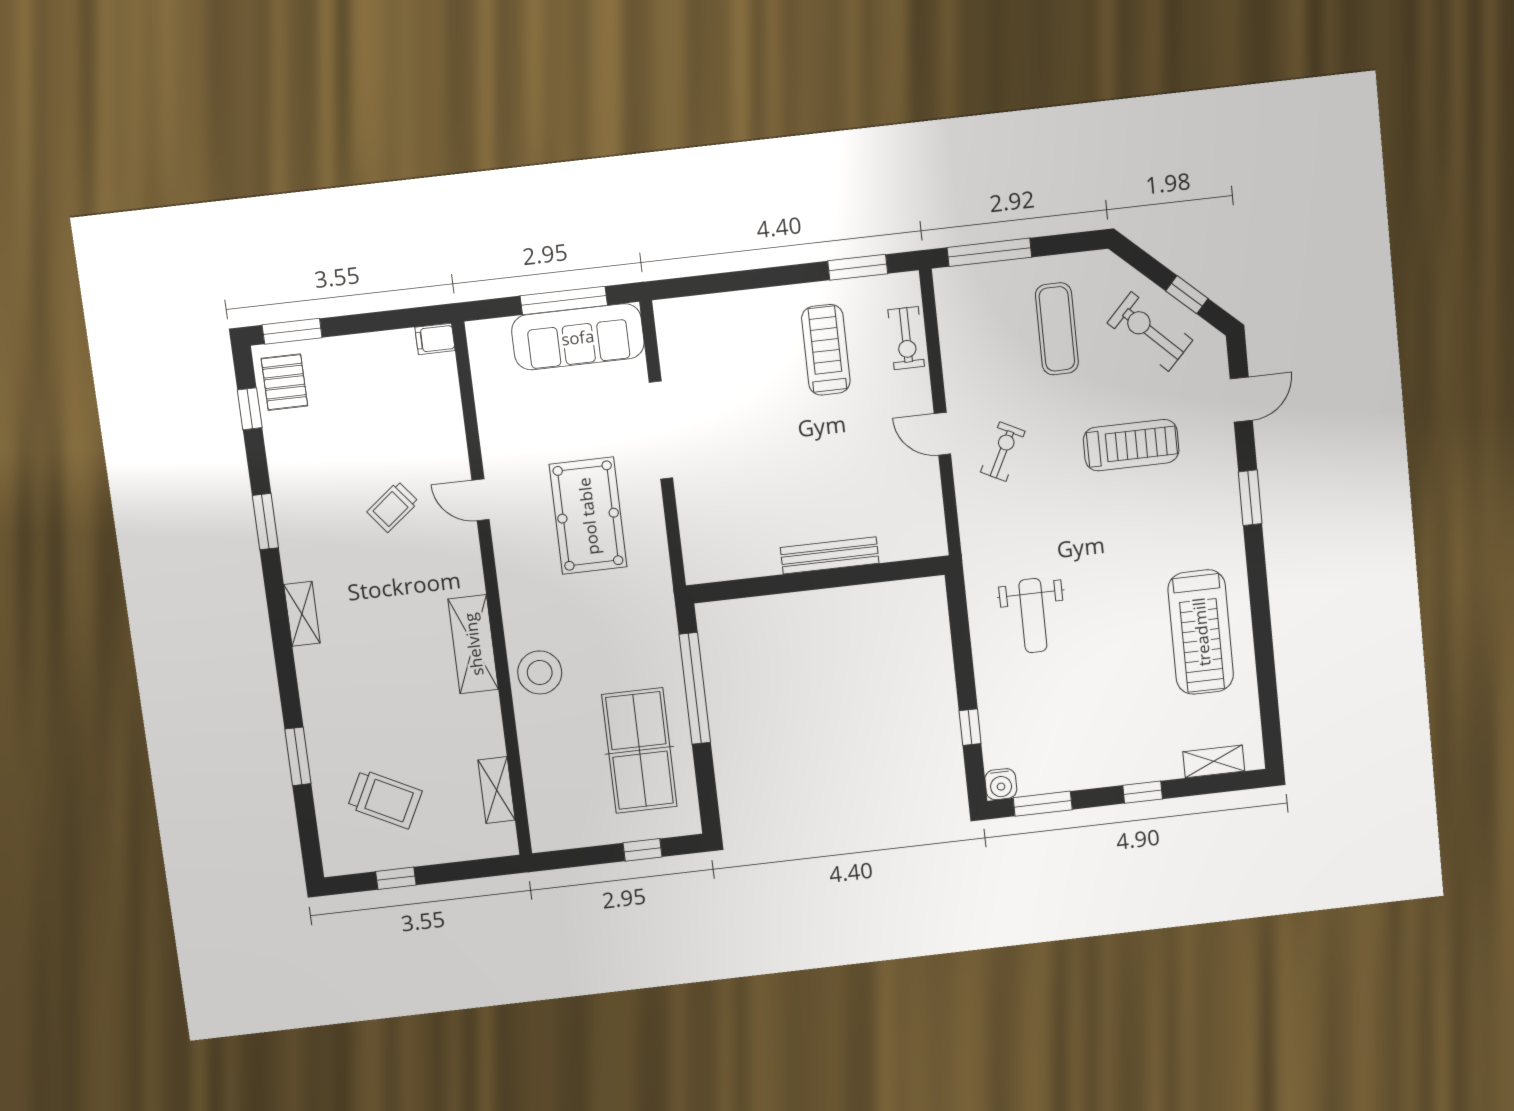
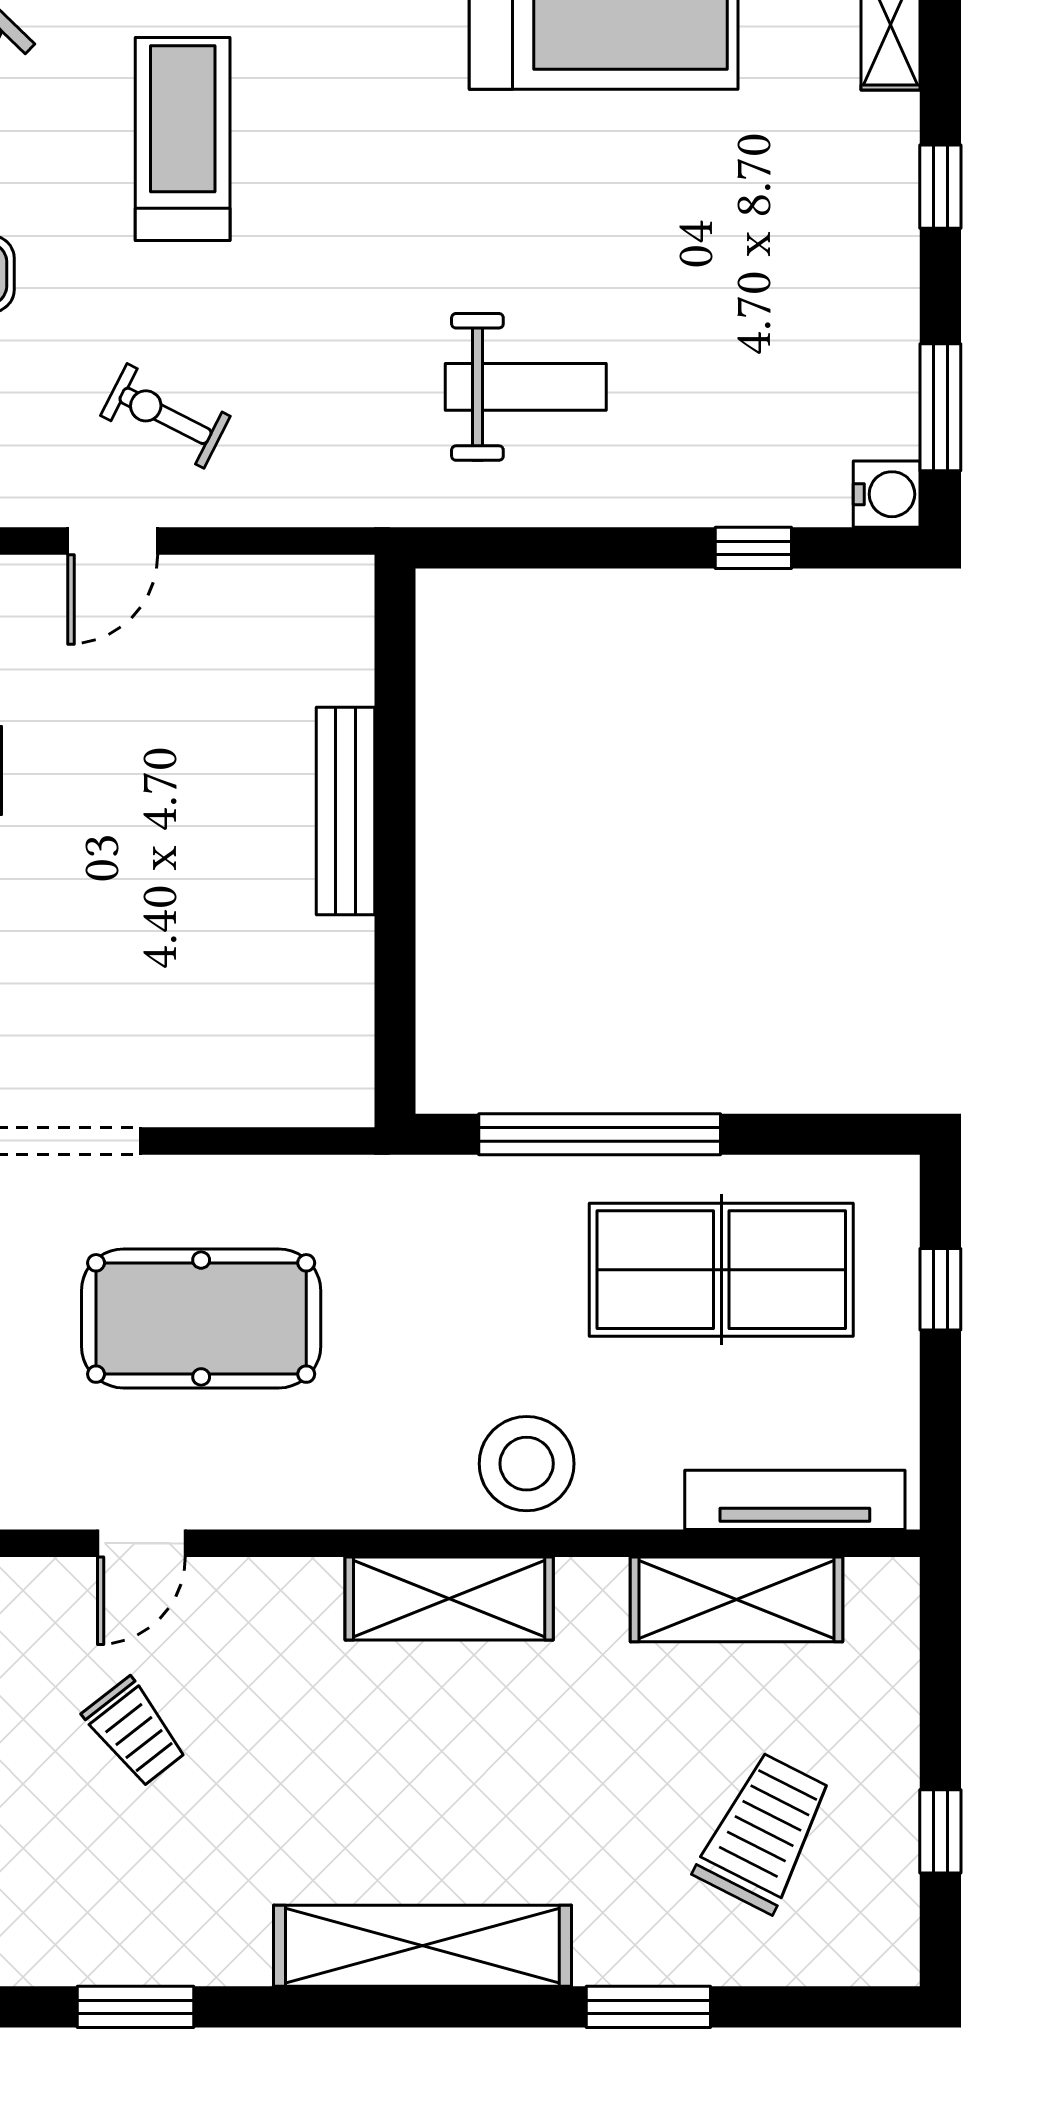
shelving: (302, 614) -> (422, 1946), width x2.20, depth x1.33
shelving: (497, 790) -> (737, 1599), width x1.50, depth x1.33
tv unit: (538, 796) -> (795, 1500), added

